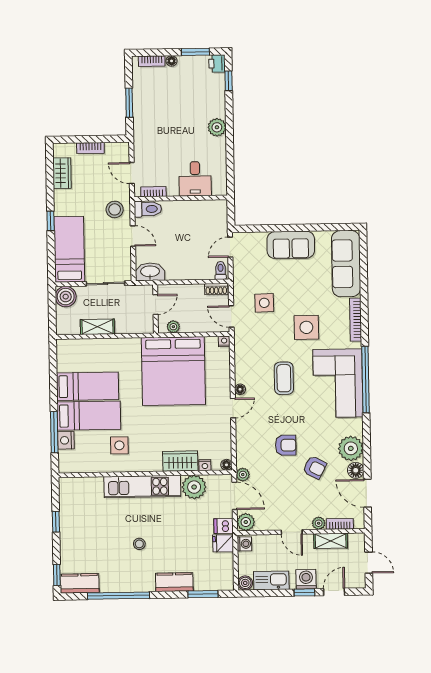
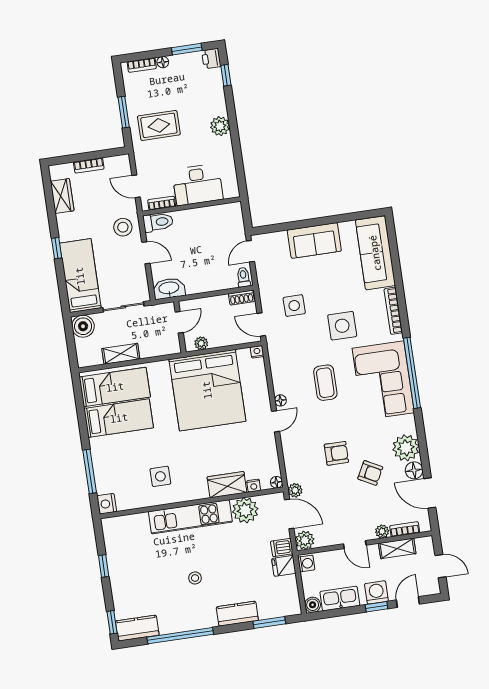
rug: (160, 119) -> (159, 125), added
desk: (195, 179) -> (198, 185), width x1.37
bed: (89, 416) -> (115, 387), moved
nightstand: (66, 440) -> (107, 504), moved

